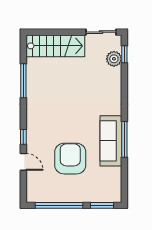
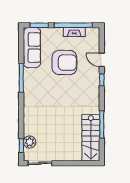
stairs: (55, 46) -> (91, 138), moved, turned -90
sofa: (111, 141) -> (32, 48), moved
armchair: (70, 159) -> (64, 63), turned -90
fireplace: (58, 197) -> (74, 32), added

